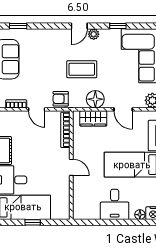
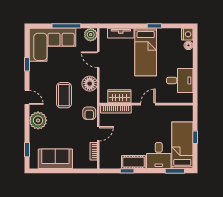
plant: (94, 34) -> (38, 120), moved, width x1.87, depth x1.87
door: (123, 109) -> (98, 60), swing flipped
wardrobe: (93, 118) -> (119, 96), moved, turned -90
desk: (115, 204) -> (180, 80), moved

